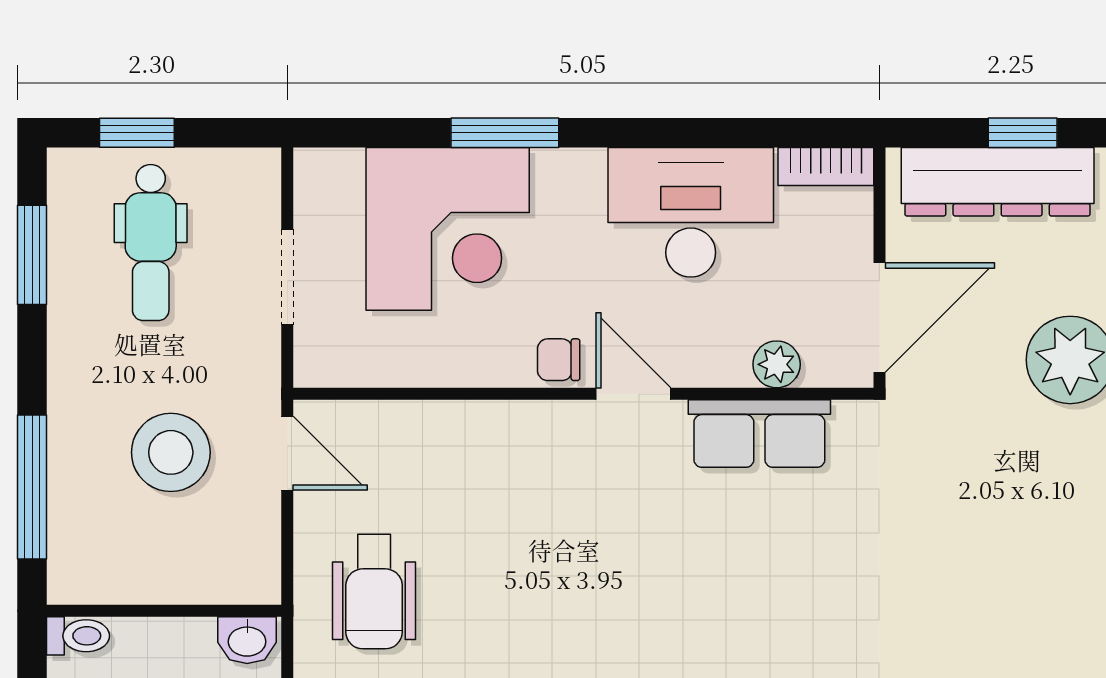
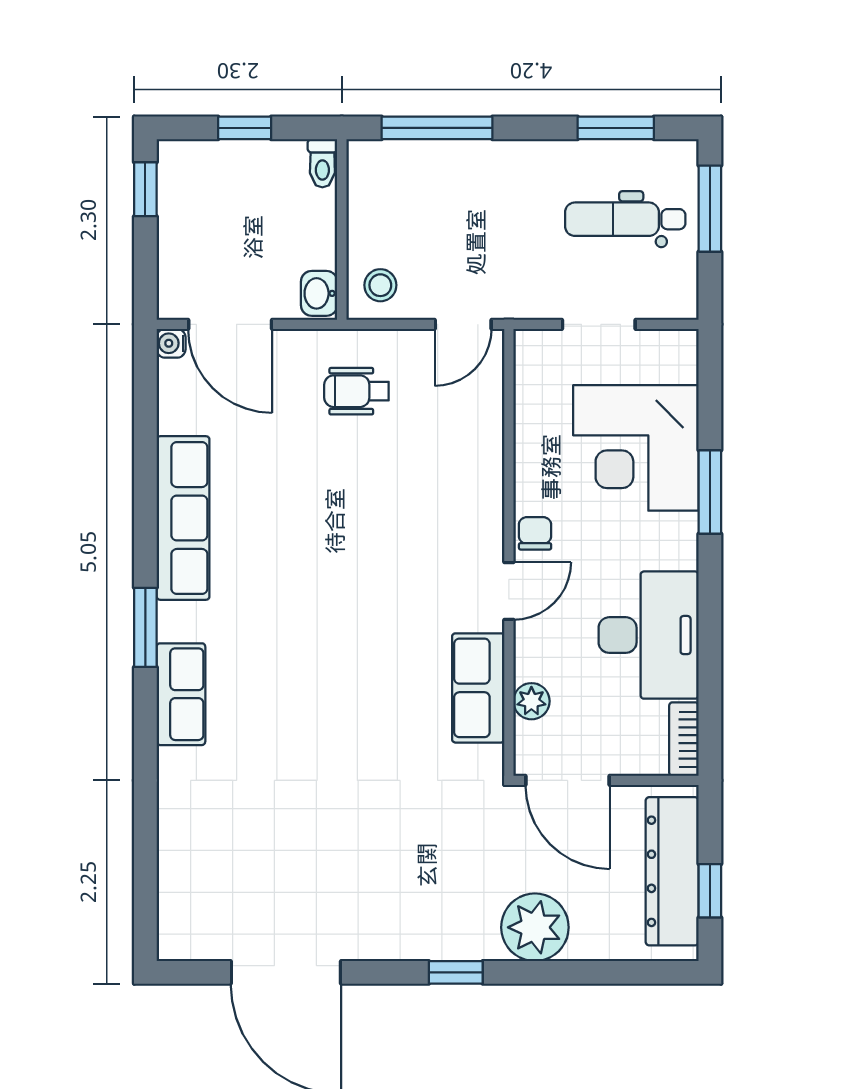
window: (137, 133) -> (710, 209), width x1.50
stool: (171, 452) -> (380, 285), moved, width x0.53, depth x0.53
wheelchair: (374, 592) -> (356, 391), width x0.73, depth x0.73

